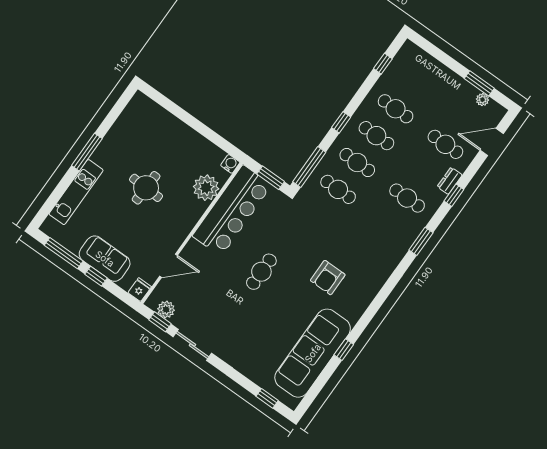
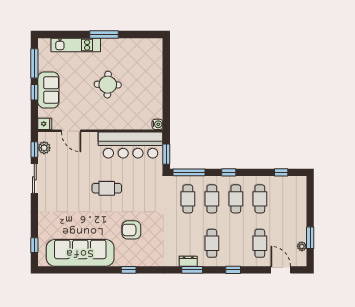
dresser: (450, 181) -> (188, 261), moved
plant: (206, 188) -> (133, 120), removed
window: (344, 350) -> (129, 270), moved

